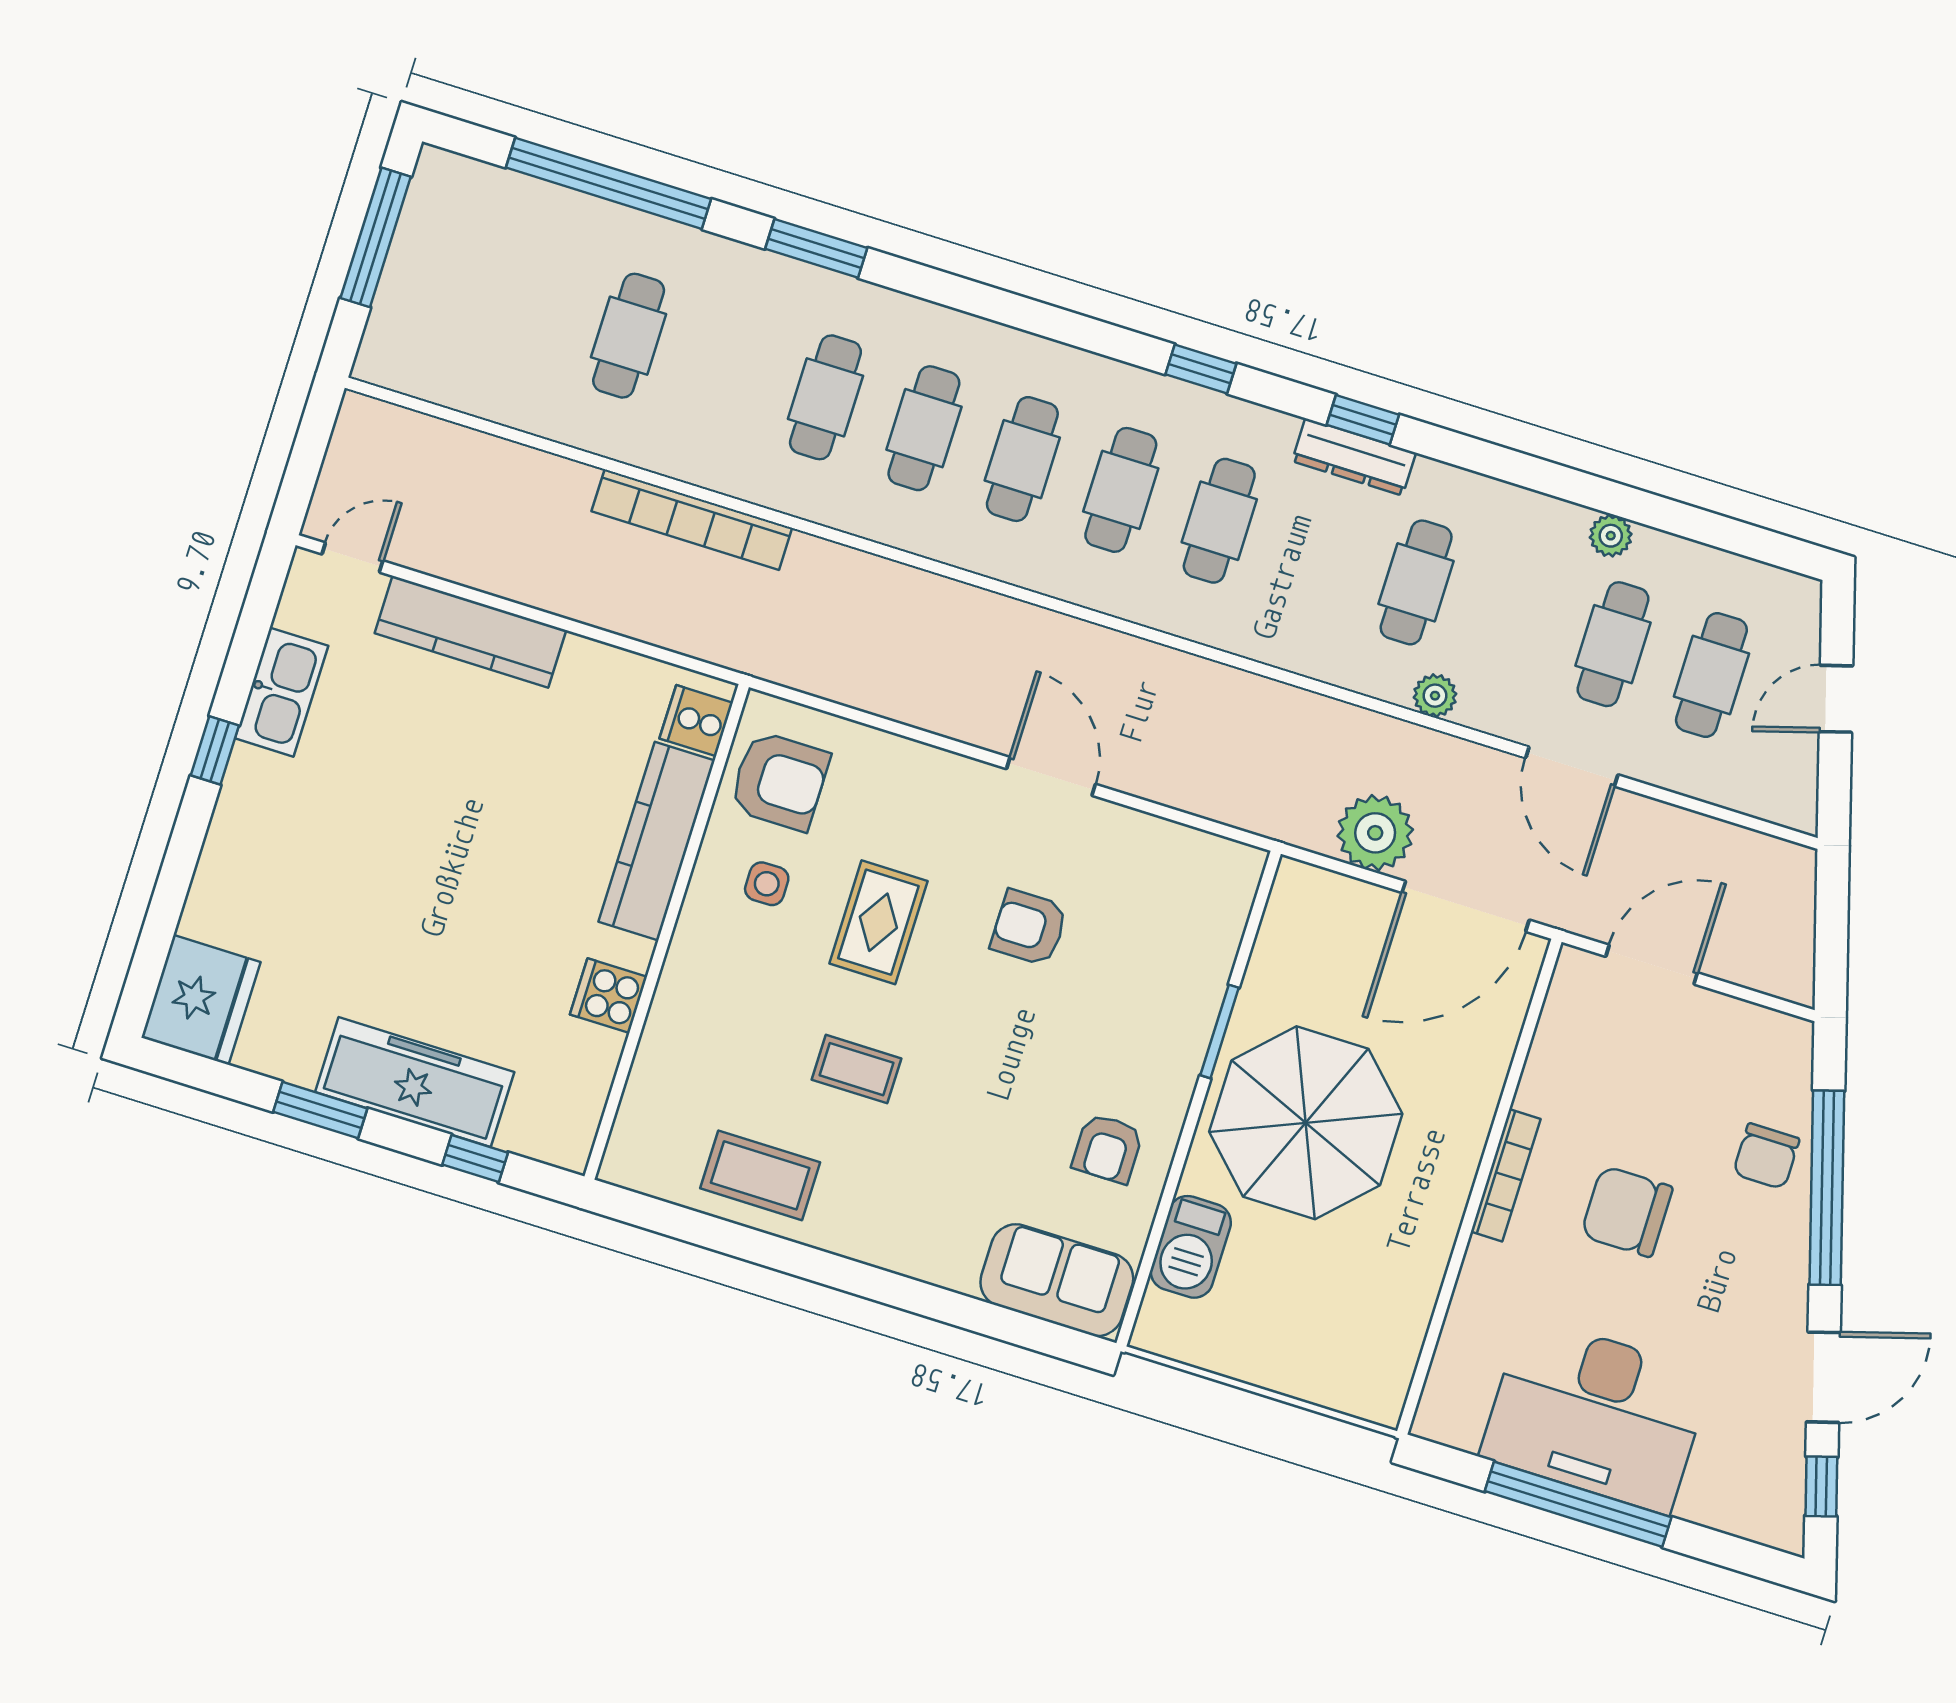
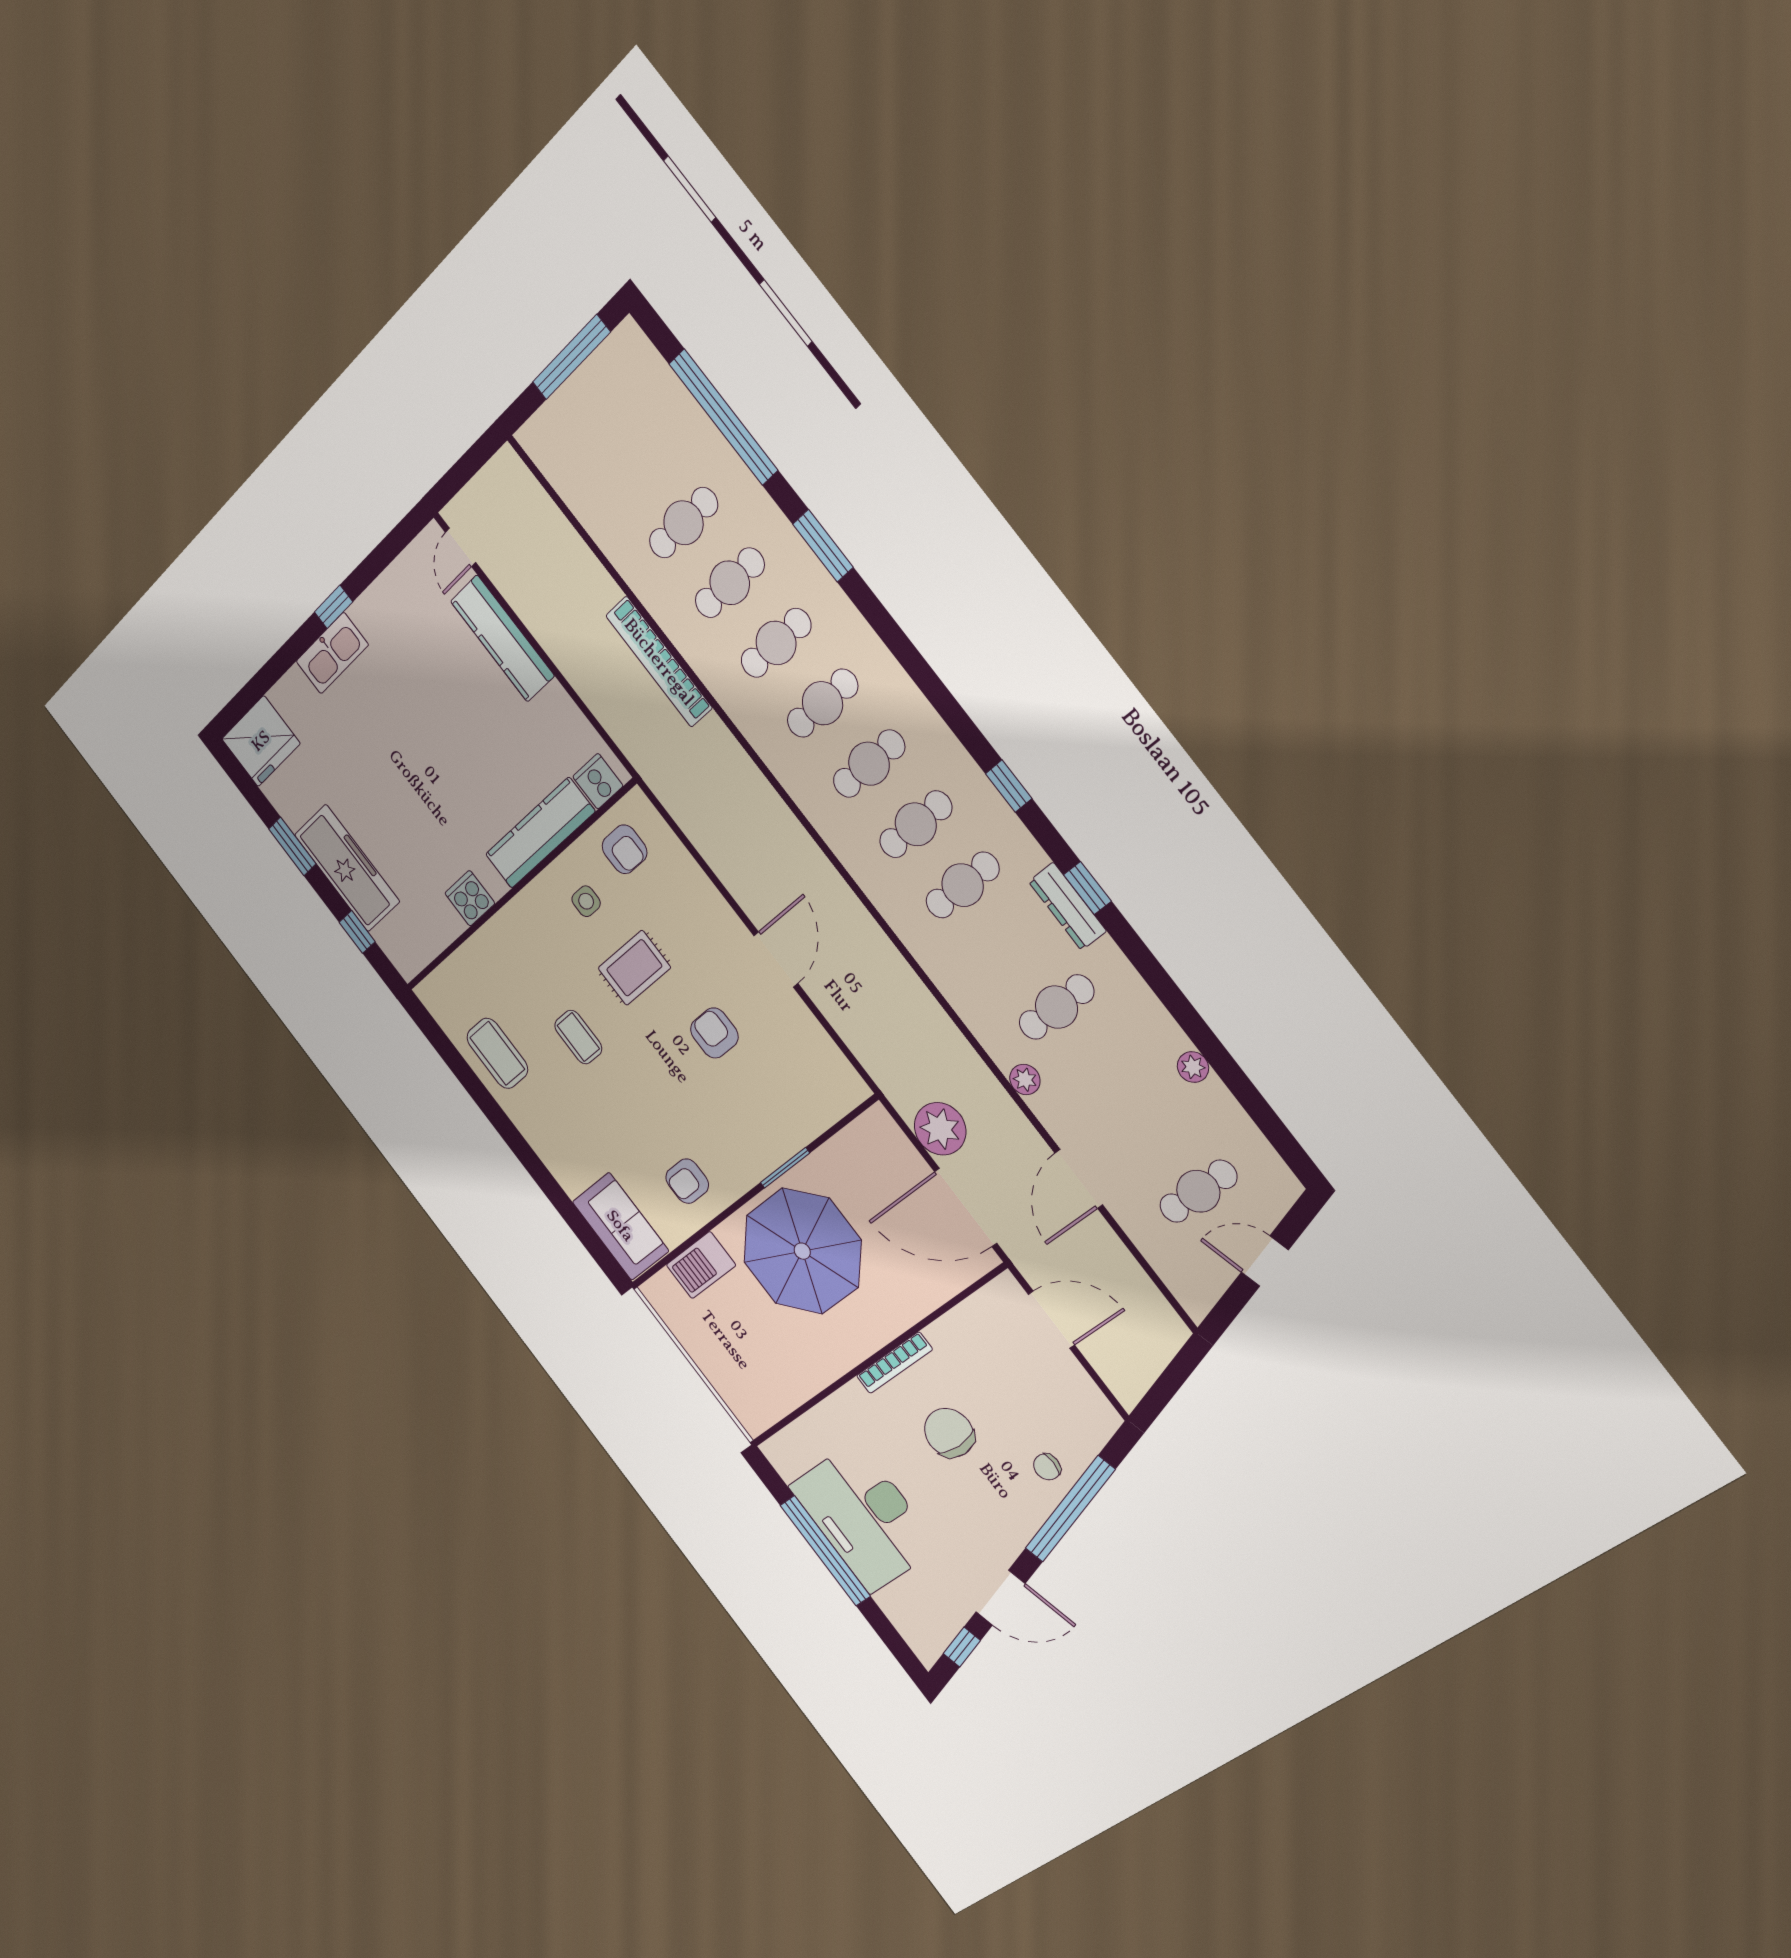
door: (352, 557) -> (461, 547), swing flipped
cafe table: (1613, 644) -> (730, 583), moved
kitchen sink: (282, 692) -> (332, 653), moved
armchair: (779, 781) -> (625, 849), width x0.72, depth x0.72
chair: (1766, 1156) -> (1047, 1467), width x0.73, depth x0.73

